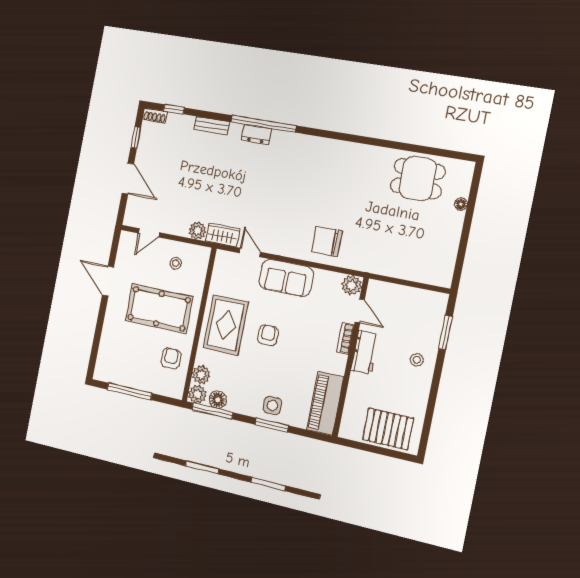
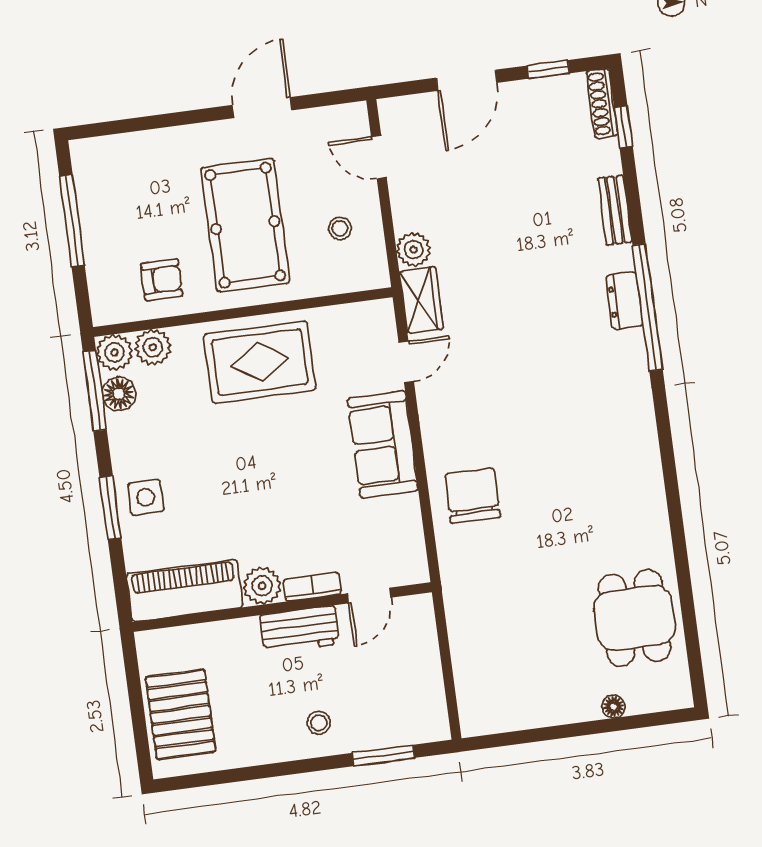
shoe rack: (155, 116) -> (602, 103), width x1.43
plant: (352, 285) -> (262, 586), moved
armchair: (268, 335) -> (268, 446), removed

